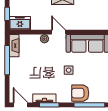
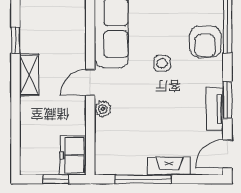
fireplace: (14, 46) -> (169, 166), moved

